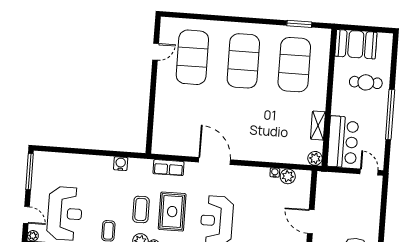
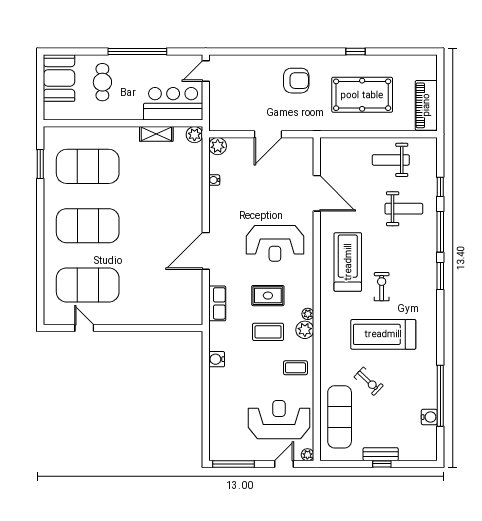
booth: (356, 44) -> (59, 78), moved
plant: (288, 176) -> (218, 146), moved
rug: (172, 212) -> (268, 296), width x0.73, depth x0.70

